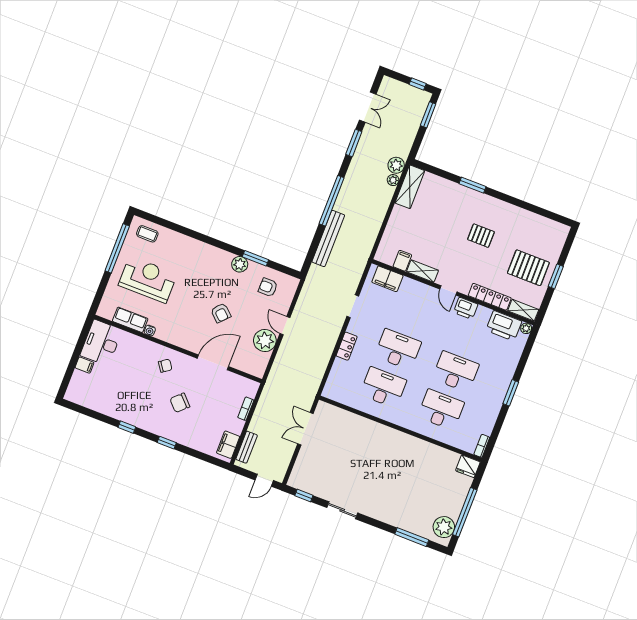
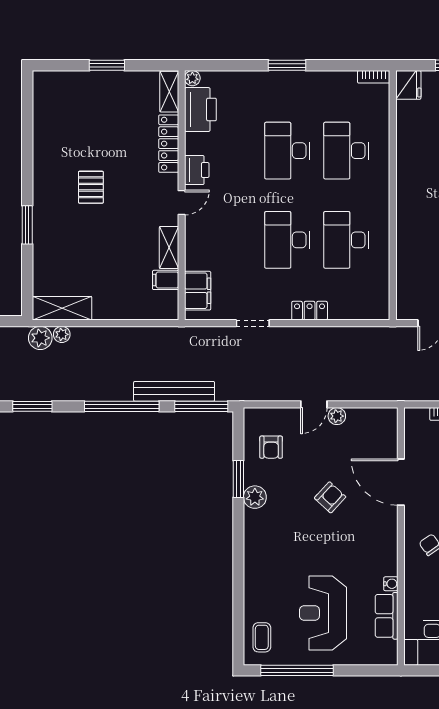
window: (312, 252) -> (201, 406), added
pallet: (528, 268) -> (110, 107), removed
plant: (265, 341) -> (337, 416), width x0.53, depth x0.53

